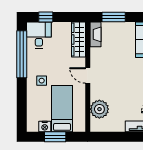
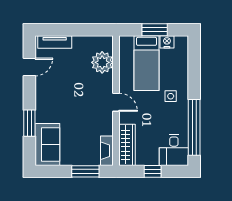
window: (46, 17) -> (153, 171), moved

